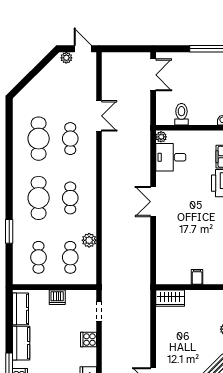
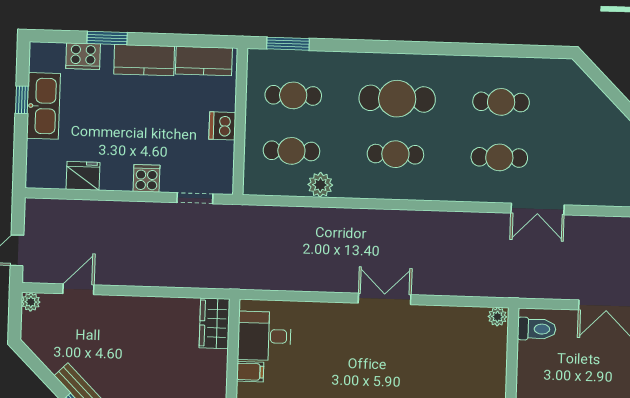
toilet: (181, 114) -> (537, 329), moved
cafe table: (39, 139) -> (501, 102), width x0.73, depth x0.74
desk: (171, 157) -> (264, 336), moved, turned -90
window: (9, 231) -> (288, 44), moved

